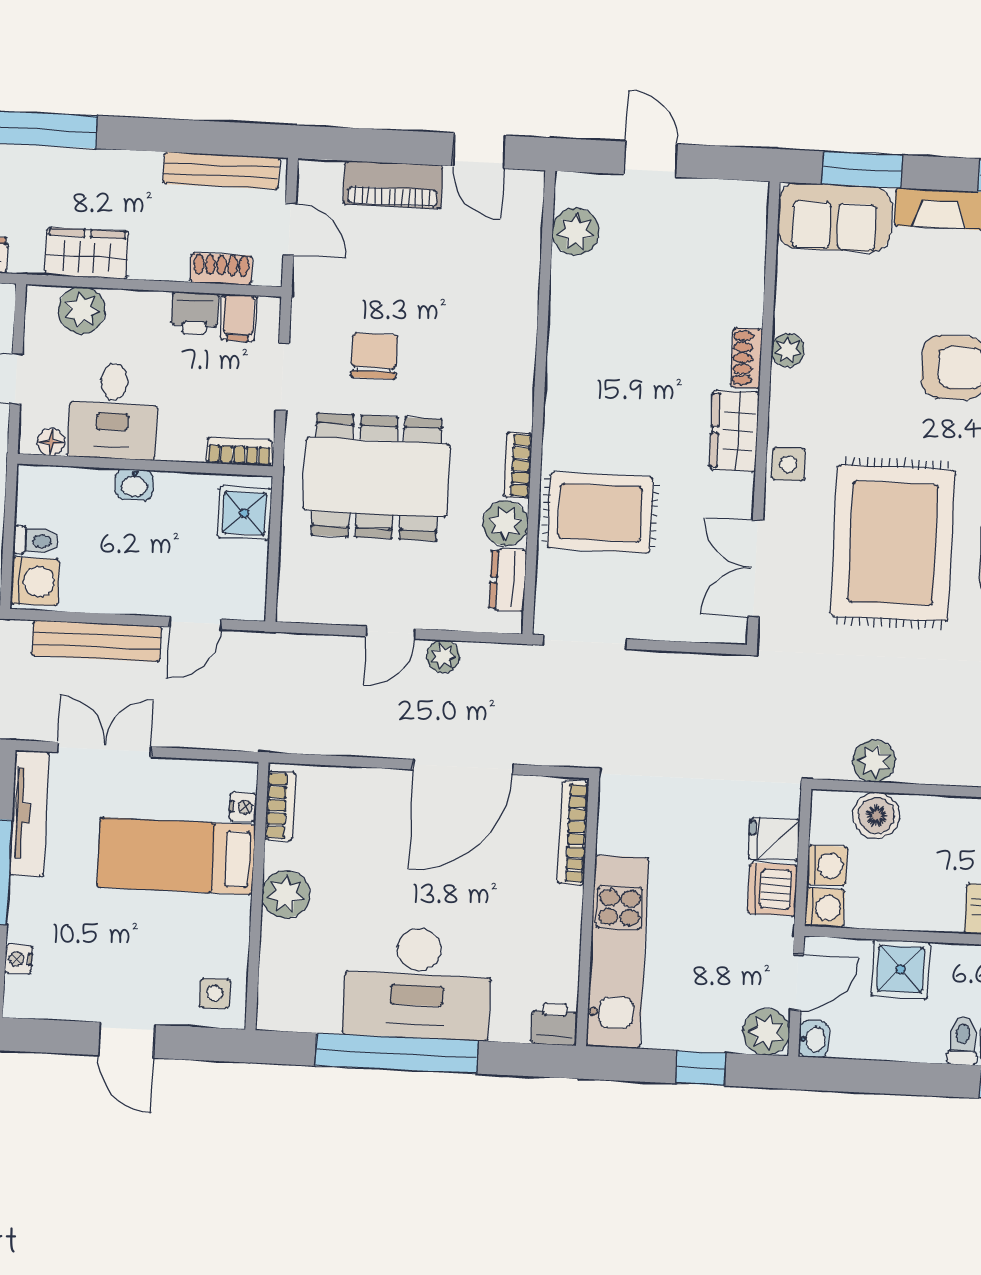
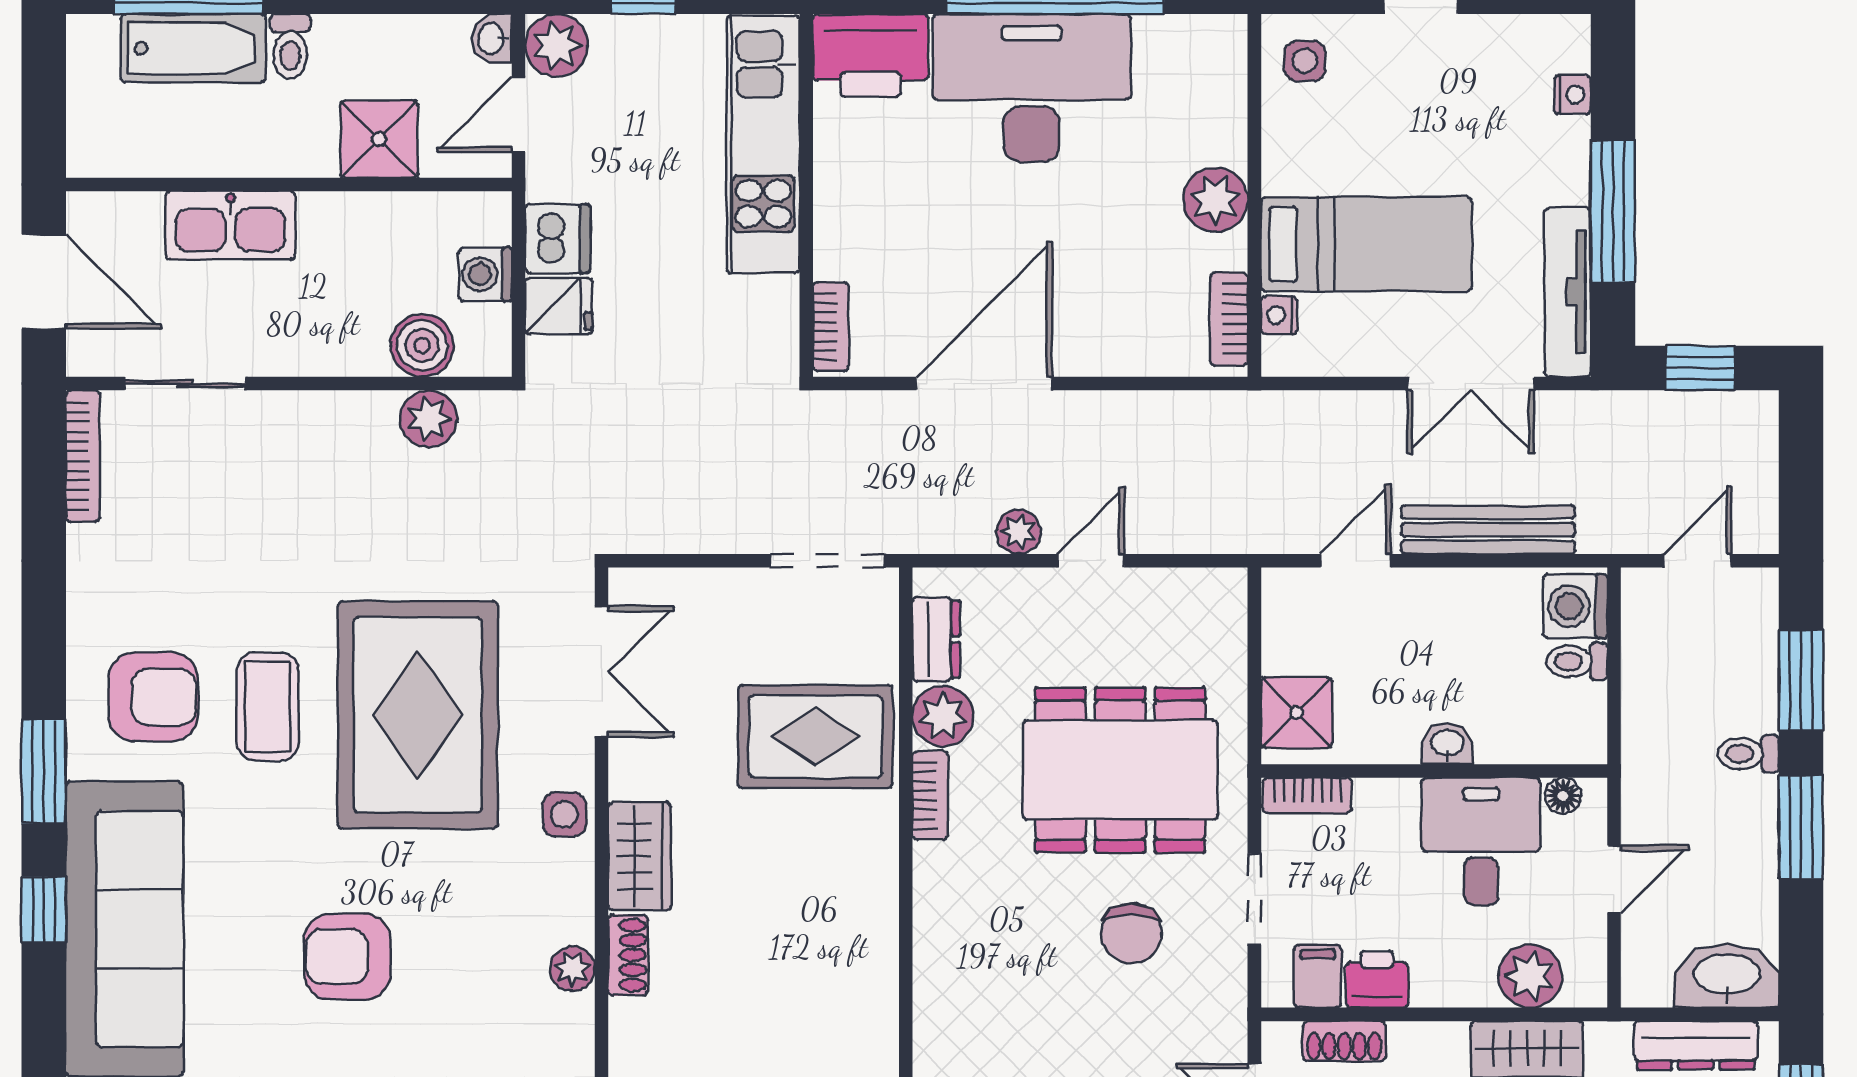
bookcase: (573, 833) -> (831, 327), width x0.64
washing machine: (825, 908) -> (486, 217), removed
printer: (554, 1024) -> (871, 55), width x1.87, depth x1.48

